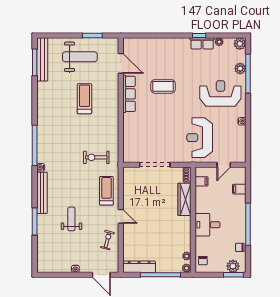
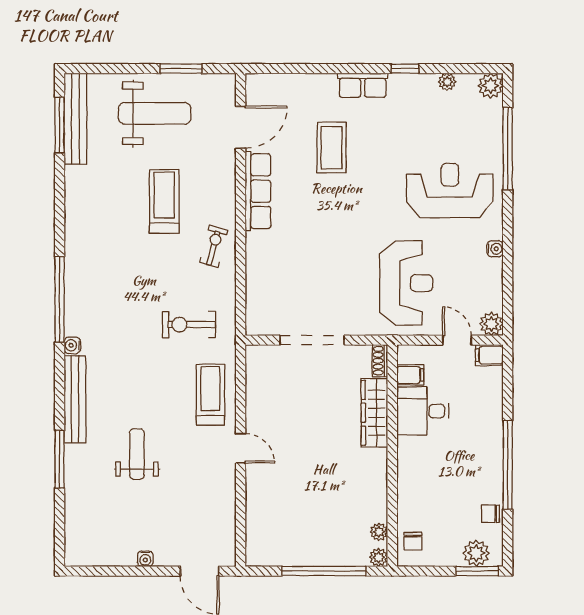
row of seats: (202, 43) -> (363, 85), moved
door: (121, 63) -> (241, 127), hinge flipped
plant: (240, 69) -> (491, 324), moved
coffee table: (163, 86) -> (332, 148), moved, turned 90
reception desk: (200, 138) -> (406, 283), turned 180
door: (224, 165) -> (457, 340), swing flipped
filing cabinet: (239, 189) -> (489, 355), moved
desk: (208, 225) -> (423, 411), moved
exercise bike: (107, 240) -> (214, 246), moved
dresser: (139, 267) -> (279, 554), removed

